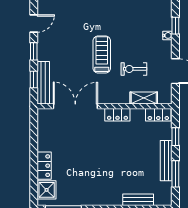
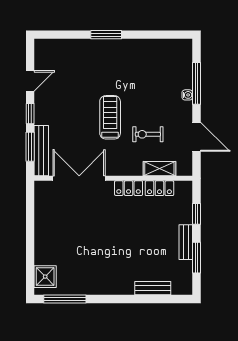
window: (175, 26) -> (197, 83), width x2.17
window: (34, 79) -> (30, 147), width x1.50
locker: (158, 115) -> (159, 188), moved
bench: (166, 161) -> (186, 242), width x0.73
locker: (44, 166) -> (42, 248), removed

